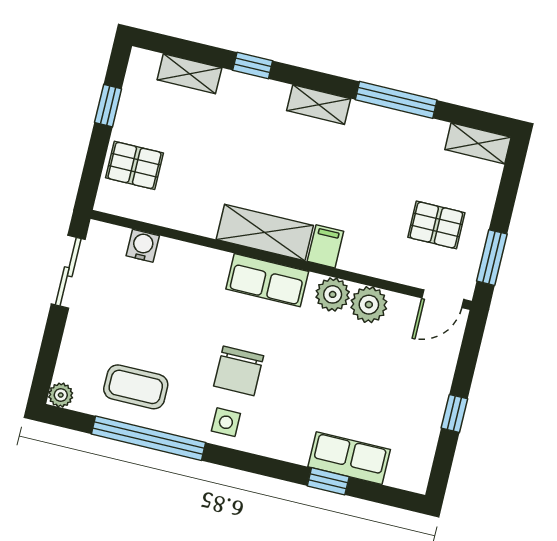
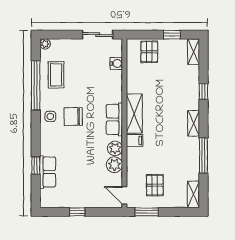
shelving: (189, 74) -> (194, 52), moved

